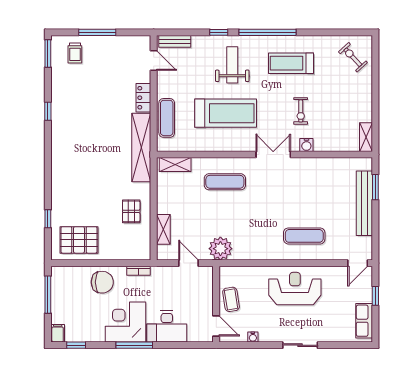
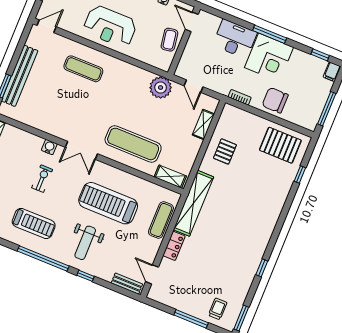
exercise mat: (225, 182) -> (133, 144), width x1.36, depth x1.45

